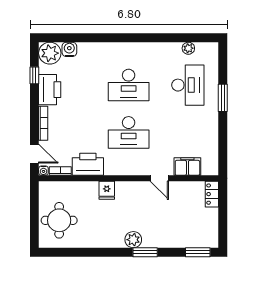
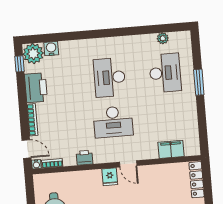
window: (34, 75) -> (20, 64), moved
desk: (129, 85) -> (110, 77), turned 90
printer: (88, 164) -> (85, 158), width x0.53, depth x0.68
door: (159, 178) -> (128, 164), moved
fridge: (107, 190) -> (110, 177), moved
locker: (212, 194) -> (197, 180), width x1.53

